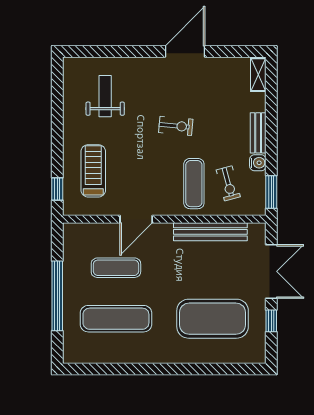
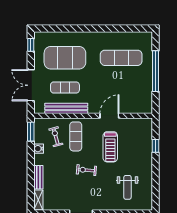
bench: (258, 133) -> (38, 177), moved
treadmill: (93, 171) -> (110, 147), moved
window: (57, 189) -> (155, 146), moved
exercise mat: (116, 268) -> (65, 87), moved
window: (271, 321) -> (31, 45), moved

